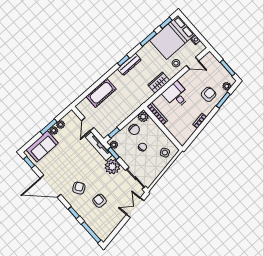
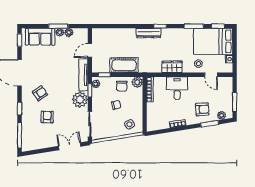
dresser: (129, 64) -> (149, 33), moved
cot: (101, 93) -> (124, 65), moved

